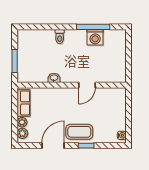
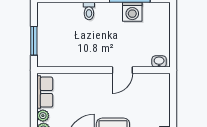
washbasin: (54, 78) -> (159, 61), moved

